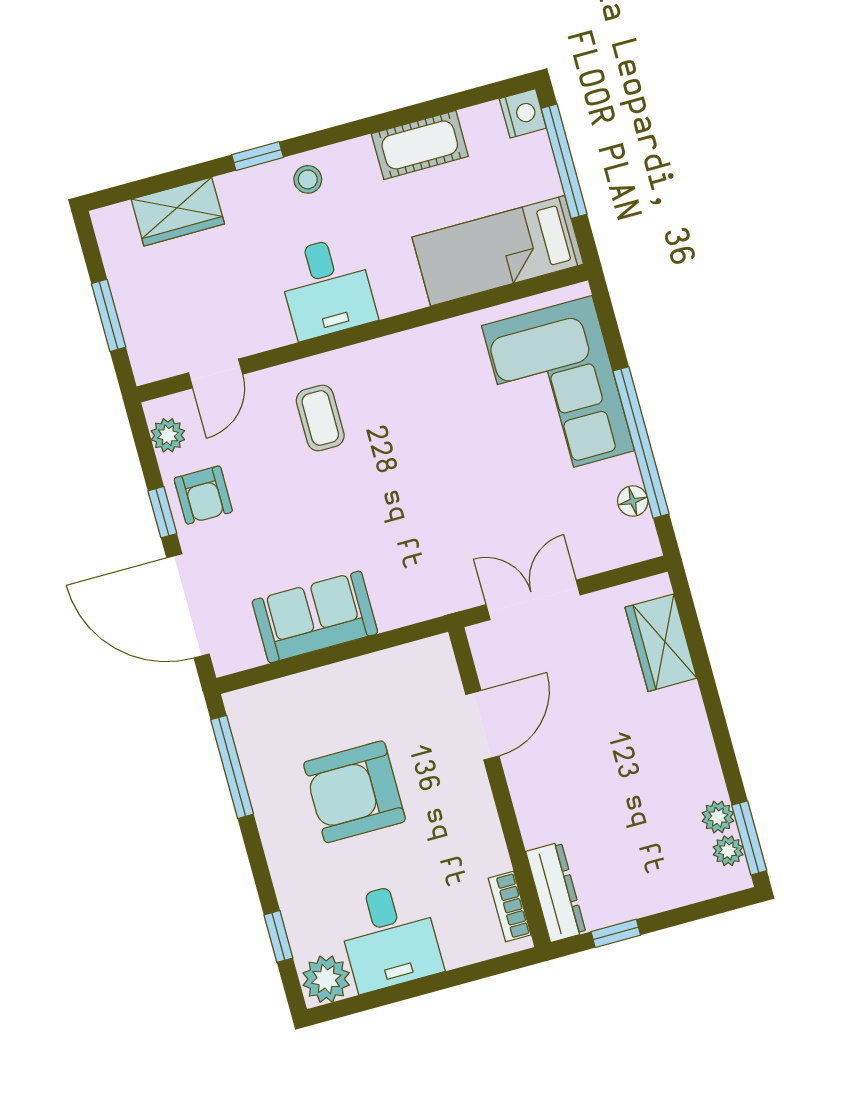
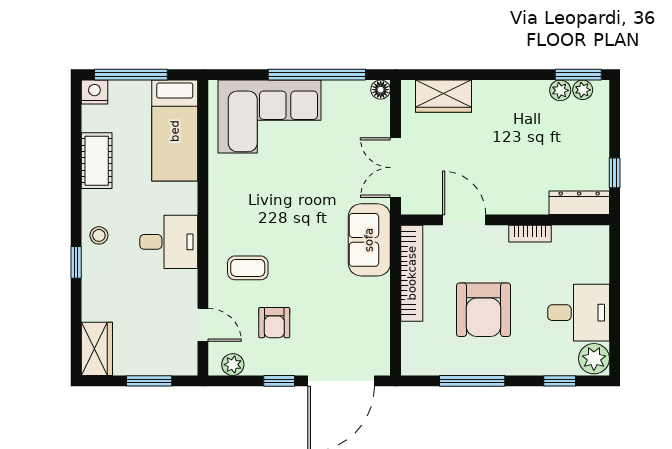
wardrobe: (178, 212) -> (97, 349), moved
armchair: (203, 495) -> (274, 323), moved, turned 90
floor lamp: (633, 501) -> (381, 90), moved
sofa: (315, 617) -> (369, 240), moved
bookcase: (380, 668) -> (412, 273), added
window: (232, 767) -> (472, 381), moved
bookcase: (510, 907) -> (530, 234), moved

